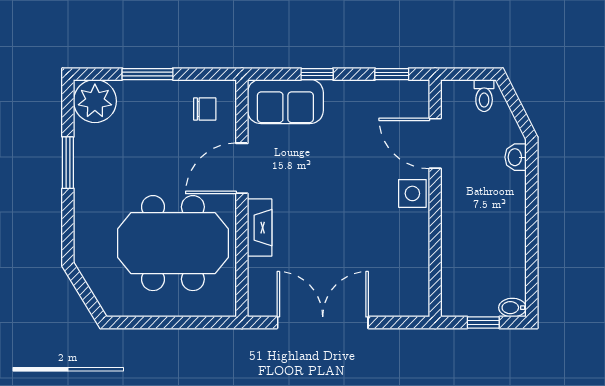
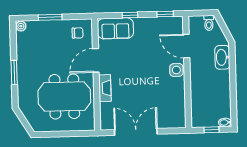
plant: (95, 101) -> (21, 26), width x0.53, depth x0.53
washbasin: (516, 157) -> (222, 57), width x1.91, depth x1.45
window: (68, 163) -> (14, 73), moved

